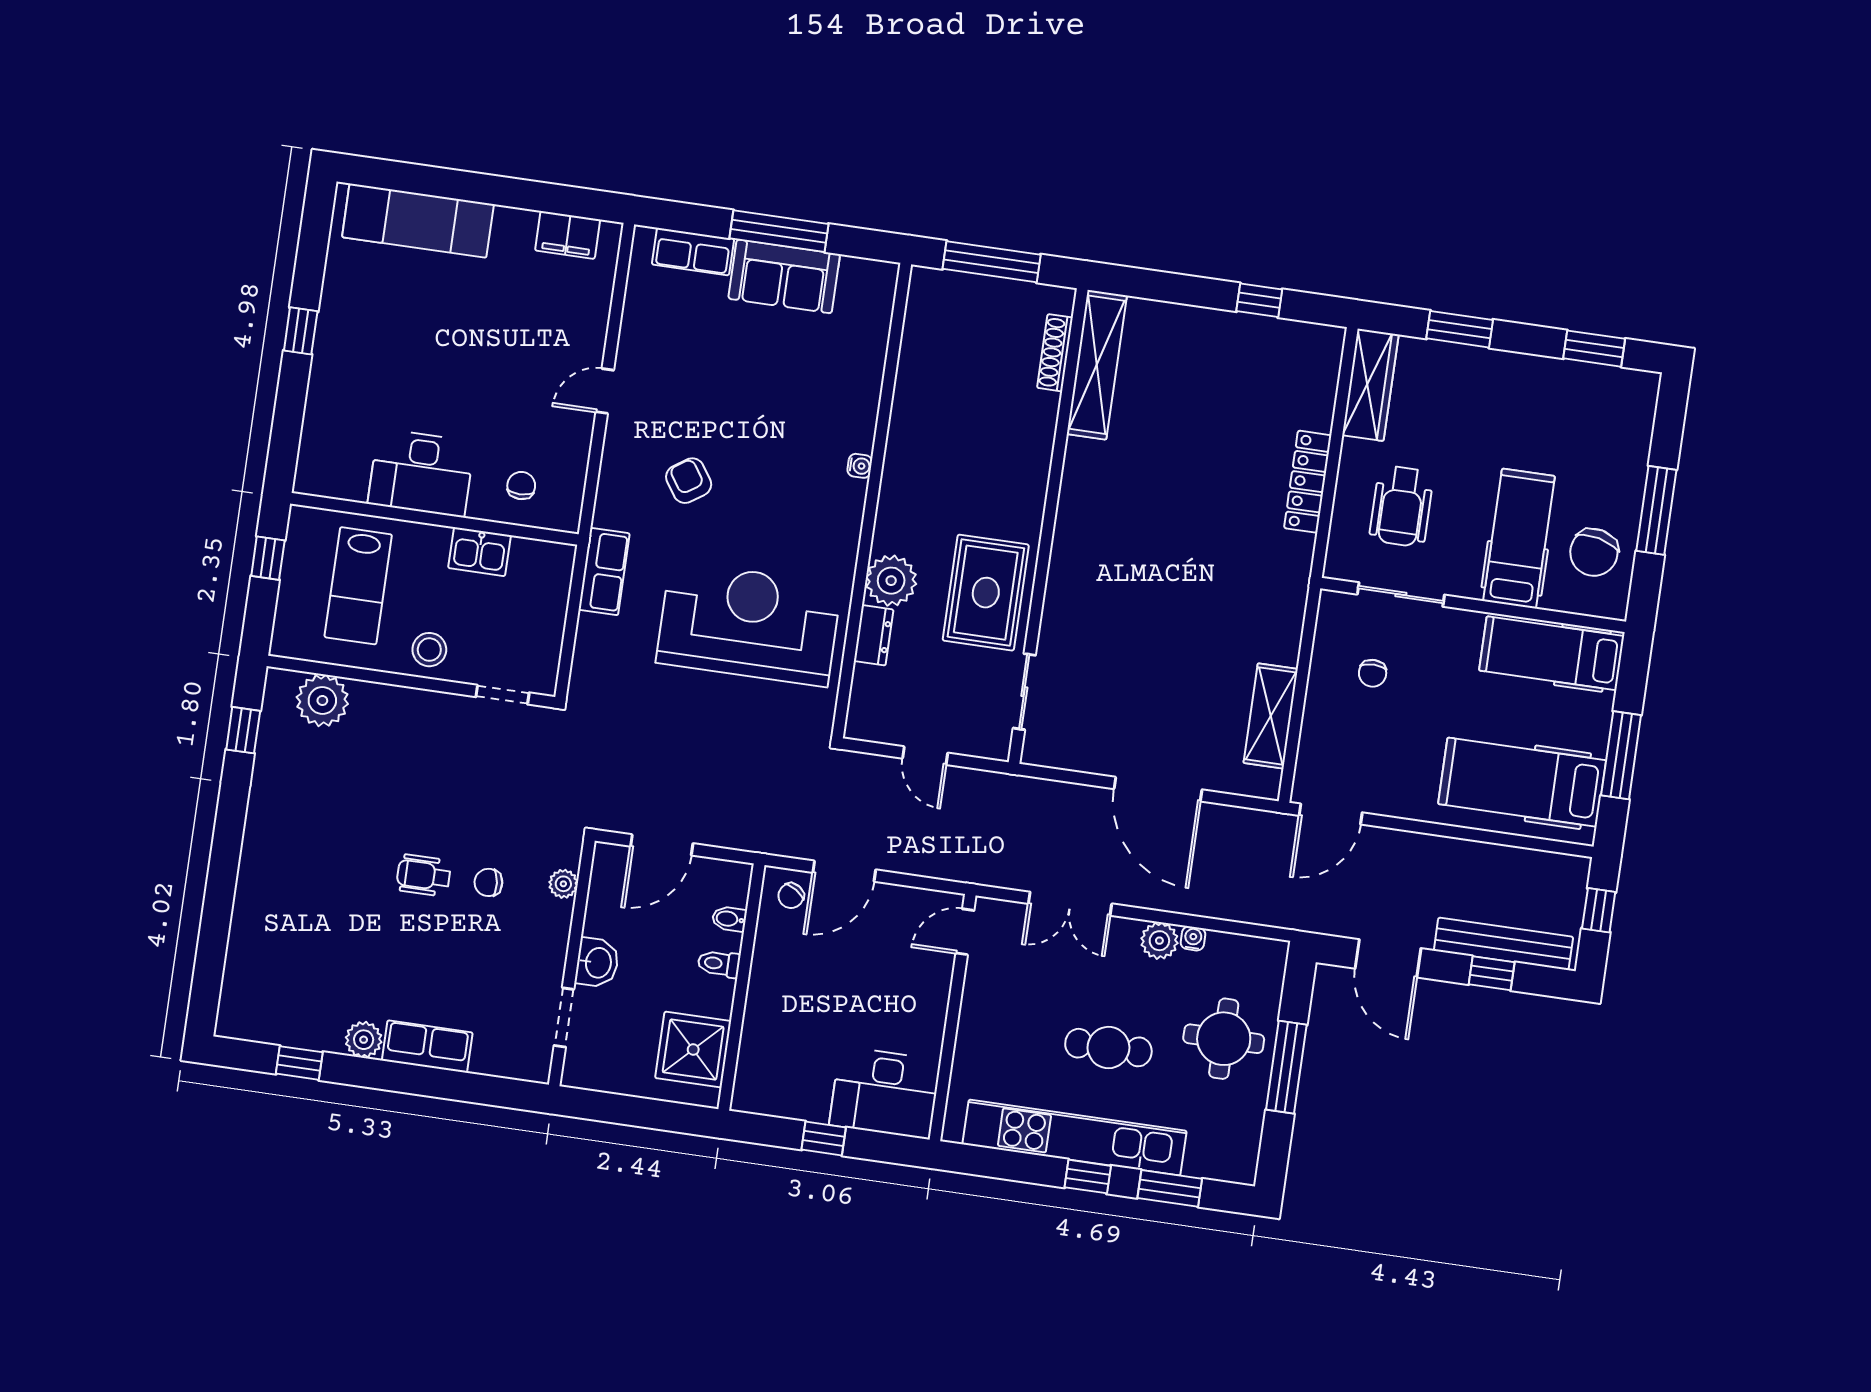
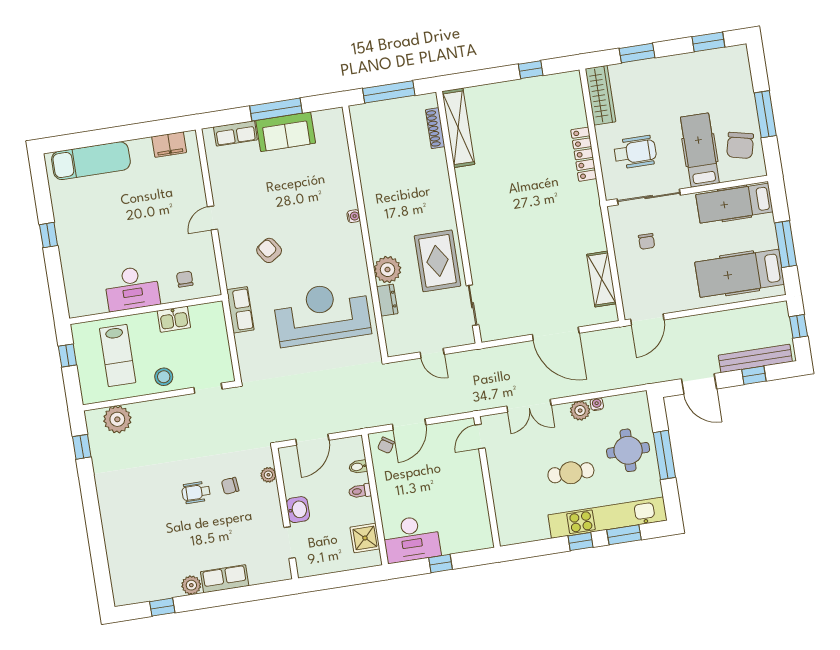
wheelchair: (1401, 506) -> (635, 152), turned -90
sliding door: (1401, 595) -> (649, 197), width x1.37
shower: (693, 1050) -> (365, 538), width x0.73, depth x0.73
desk: (885, 1093) -> (411, 539), moved
kitchen unit: (1075, 1138) -> (607, 518), moved

